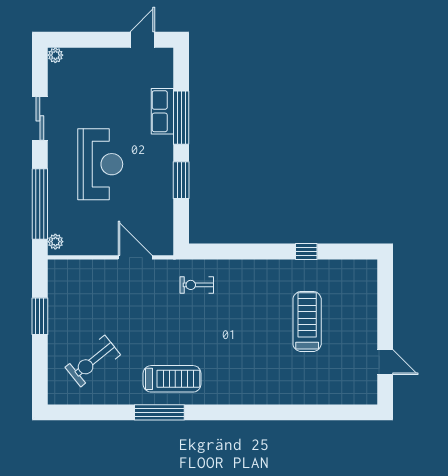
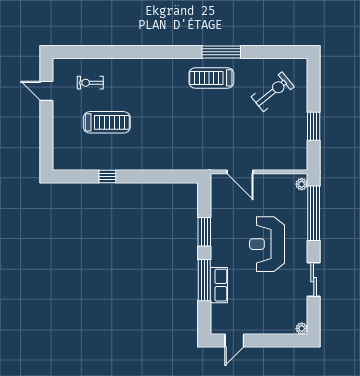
exercise bike: (197, 285) -> (90, 83), moved, turned 180
treadmill: (307, 321) -> (107, 122), turned -90

